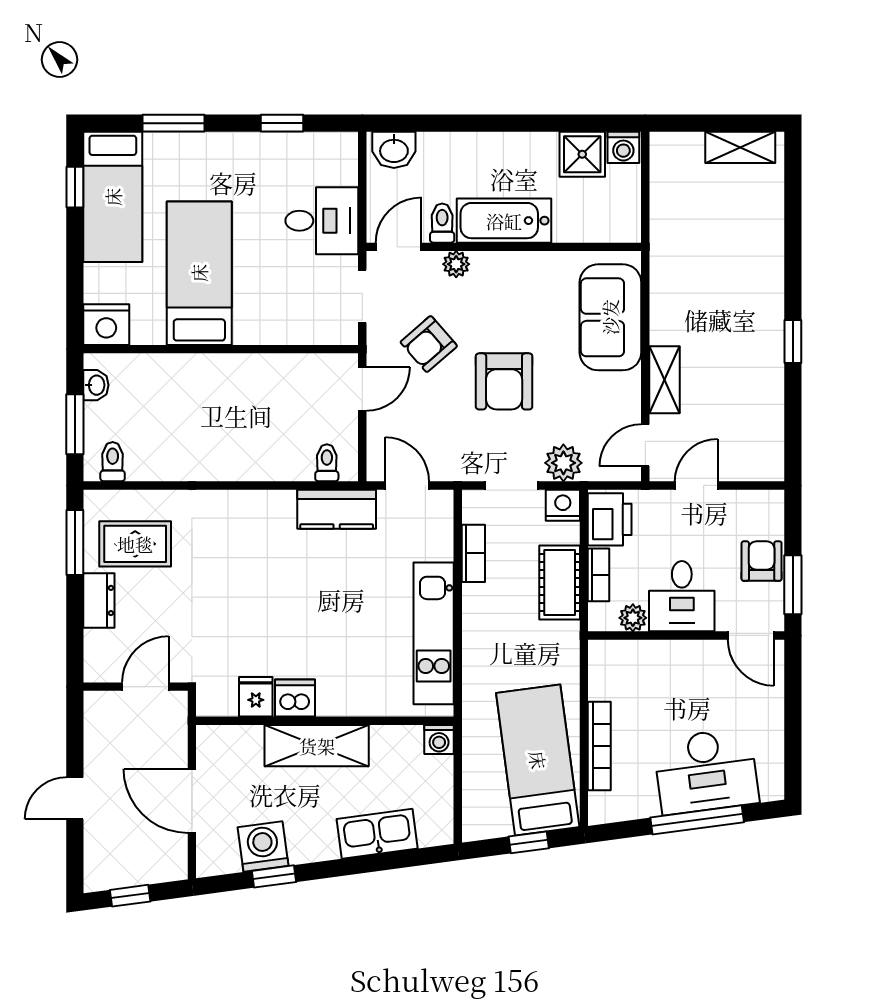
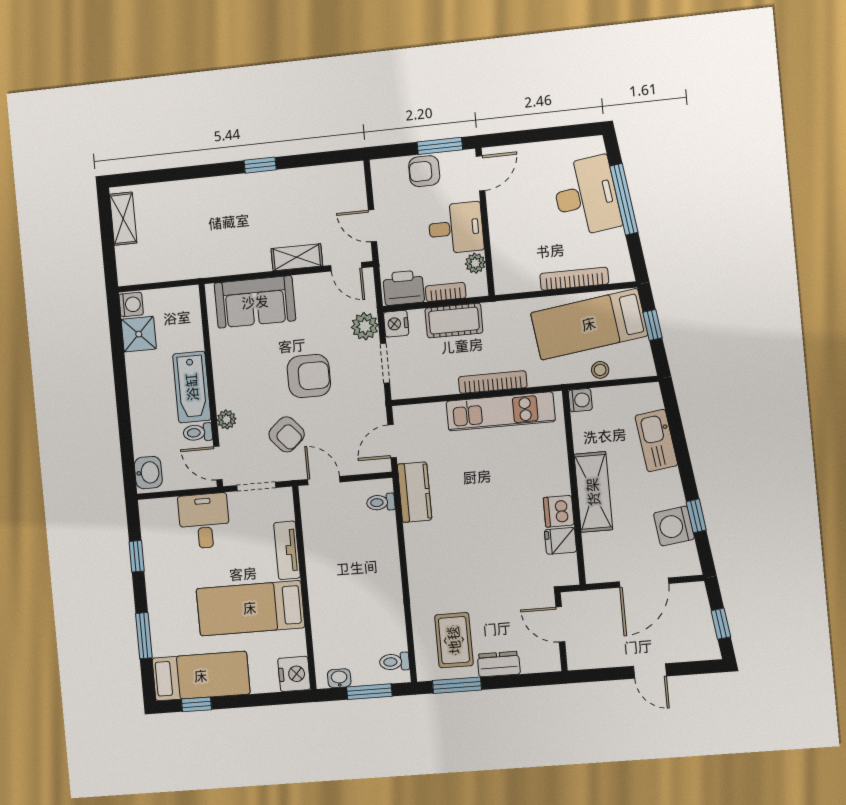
tv unit: (273, 330) -> (287, 550), added
bookcase: (473, 553) -> (493, 382), moved, width x1.56
stool: (476, 769) -> (600, 370), added

